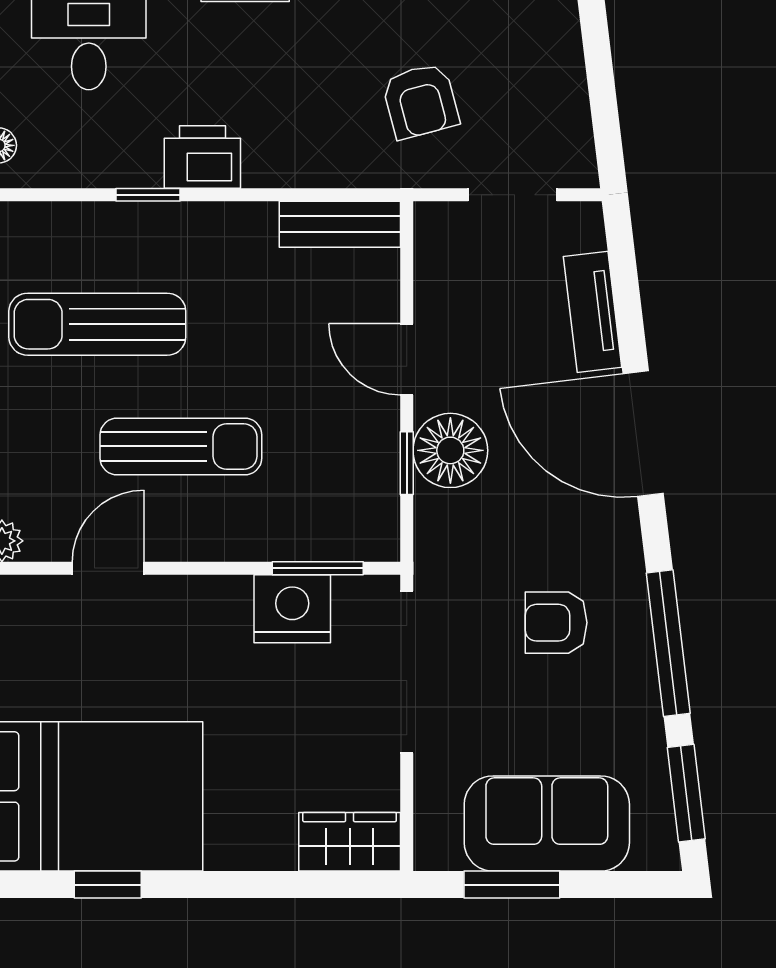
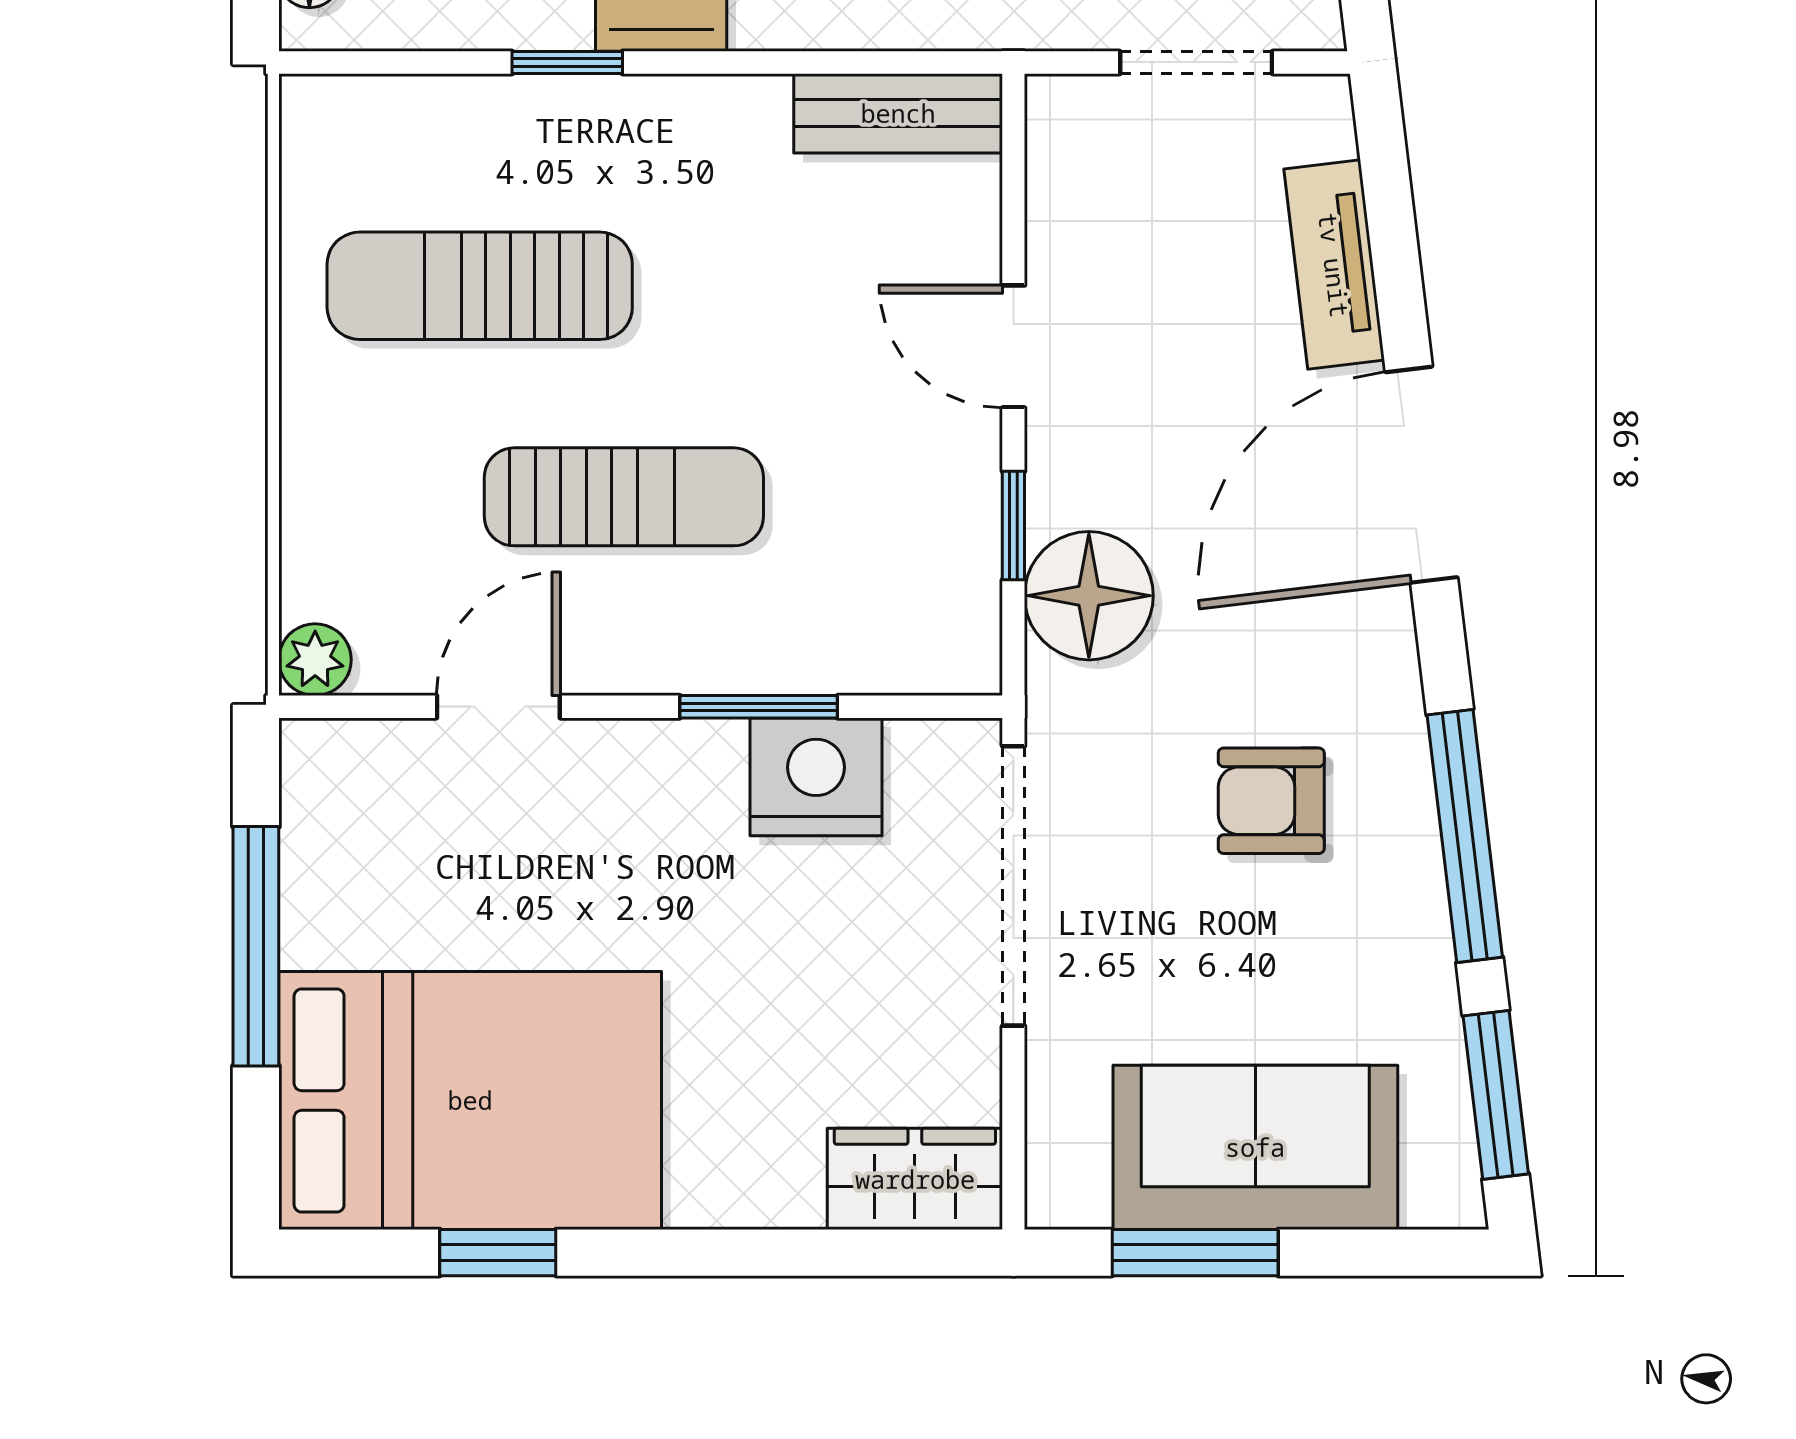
door: (643, 434) -> (1421, 475), hinge flipped
floor lamp: (450, 450) -> (1089, 596), moved
window: (318, 568) -> (759, 707), moved

